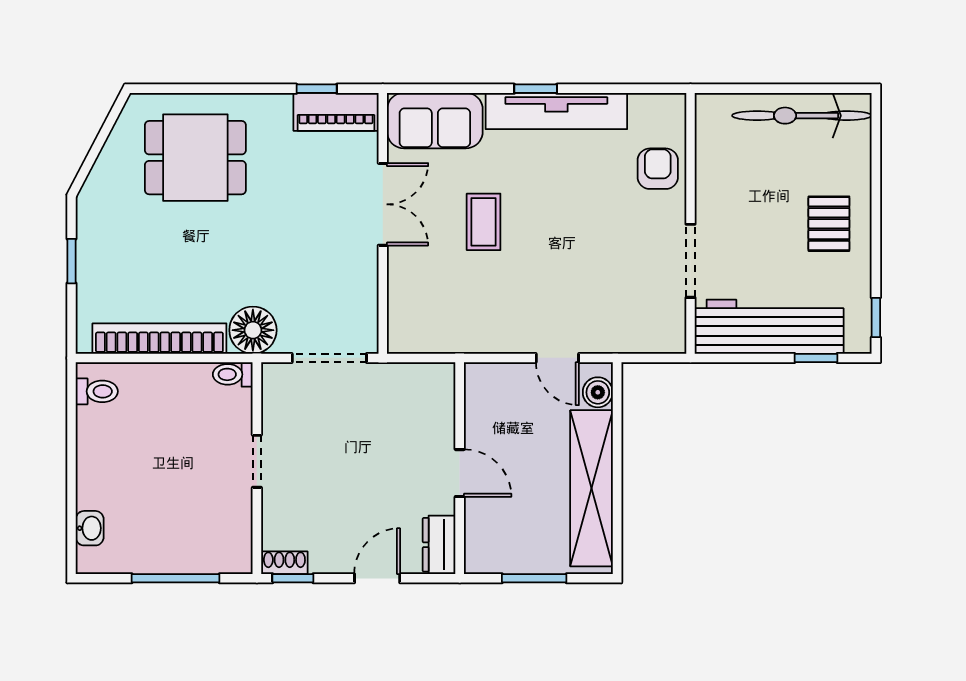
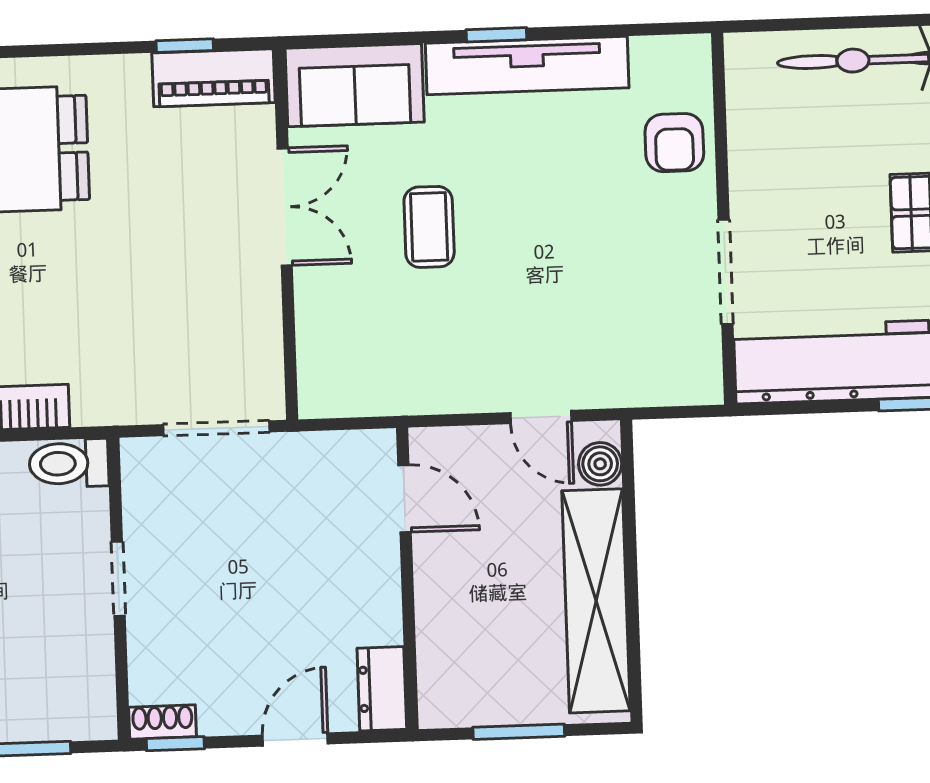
armchair: (658, 169) -> (674, 143), turned 180
floor lamp: (253, 330) -> (106, 392), removed
toilet: (233, 374) -> (69, 463), width x1.37, depth x1.39
door: (460, 473) -> (405, 499), moved

